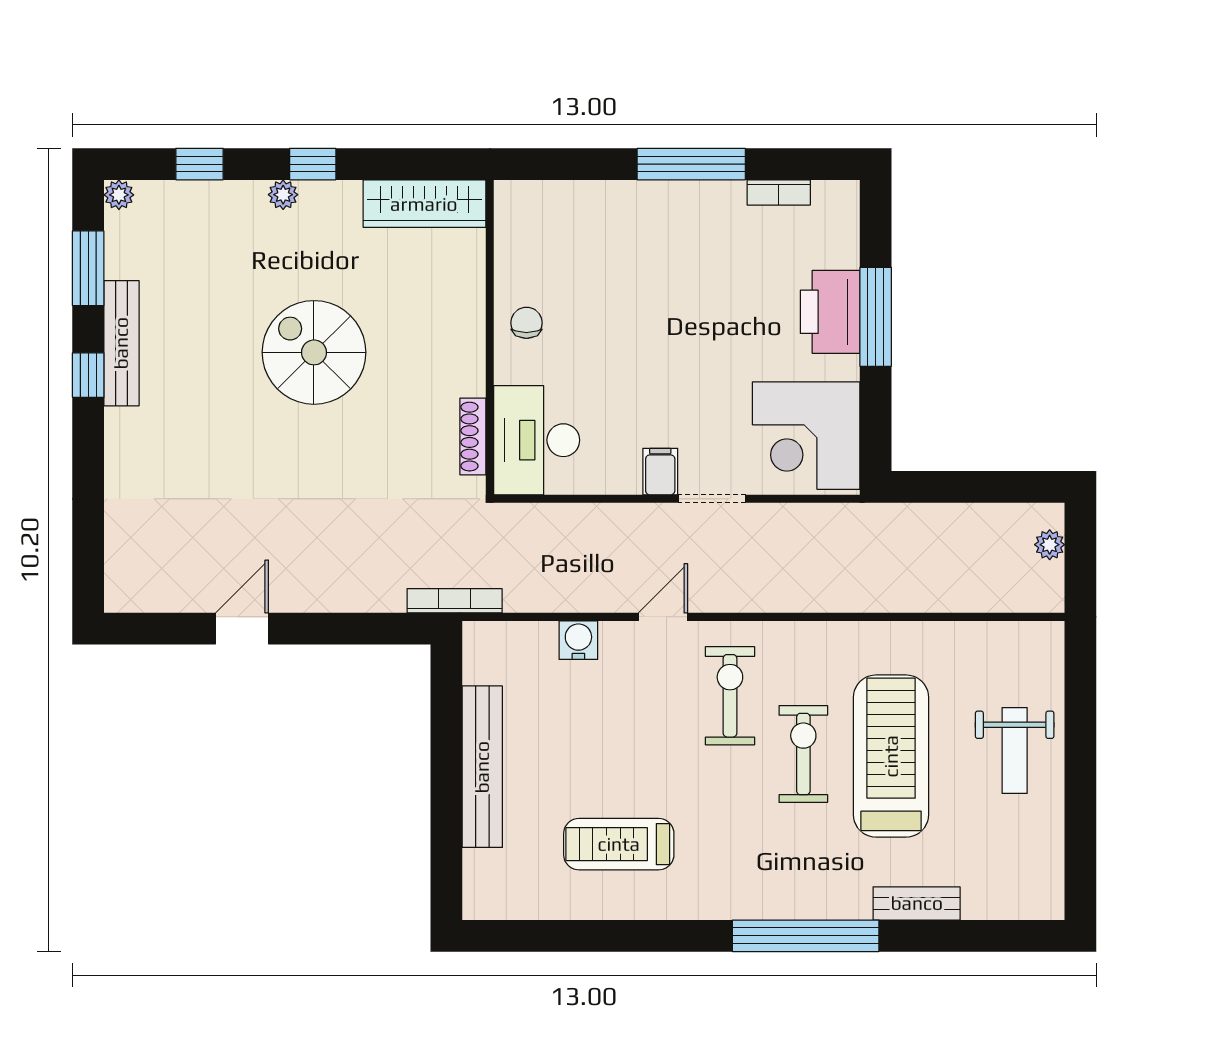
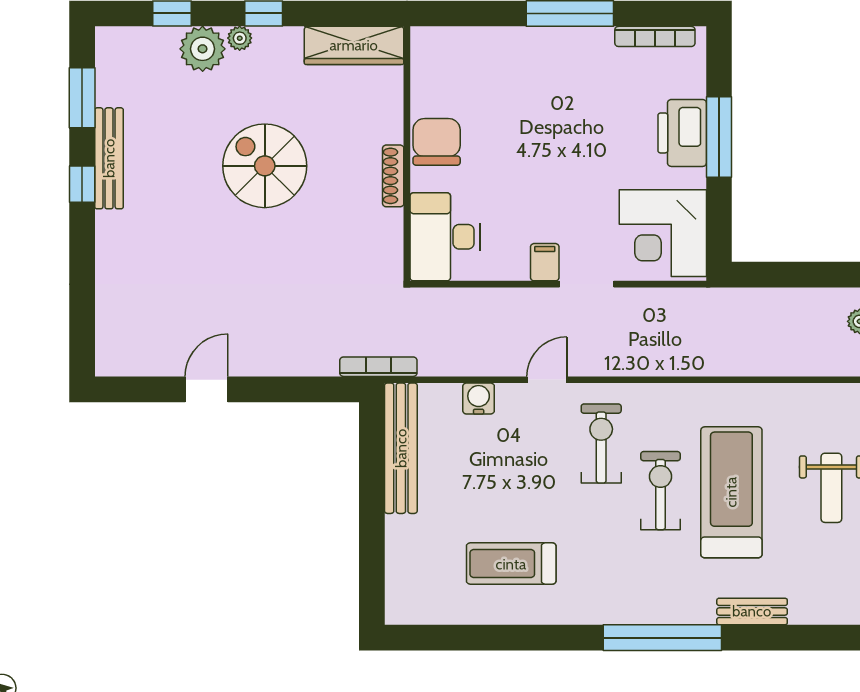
bookcase: (779, 192) -> (655, 36), width x1.56
plant: (119, 195) -> (203, 49), moved, width x1.88, depth x1.88
chair: (526, 323) -> (437, 142), width x1.87, depth x1.87
shoe rack: (473, 437) -> (393, 176), moved
bench: (482, 767) -> (401, 448), moved

